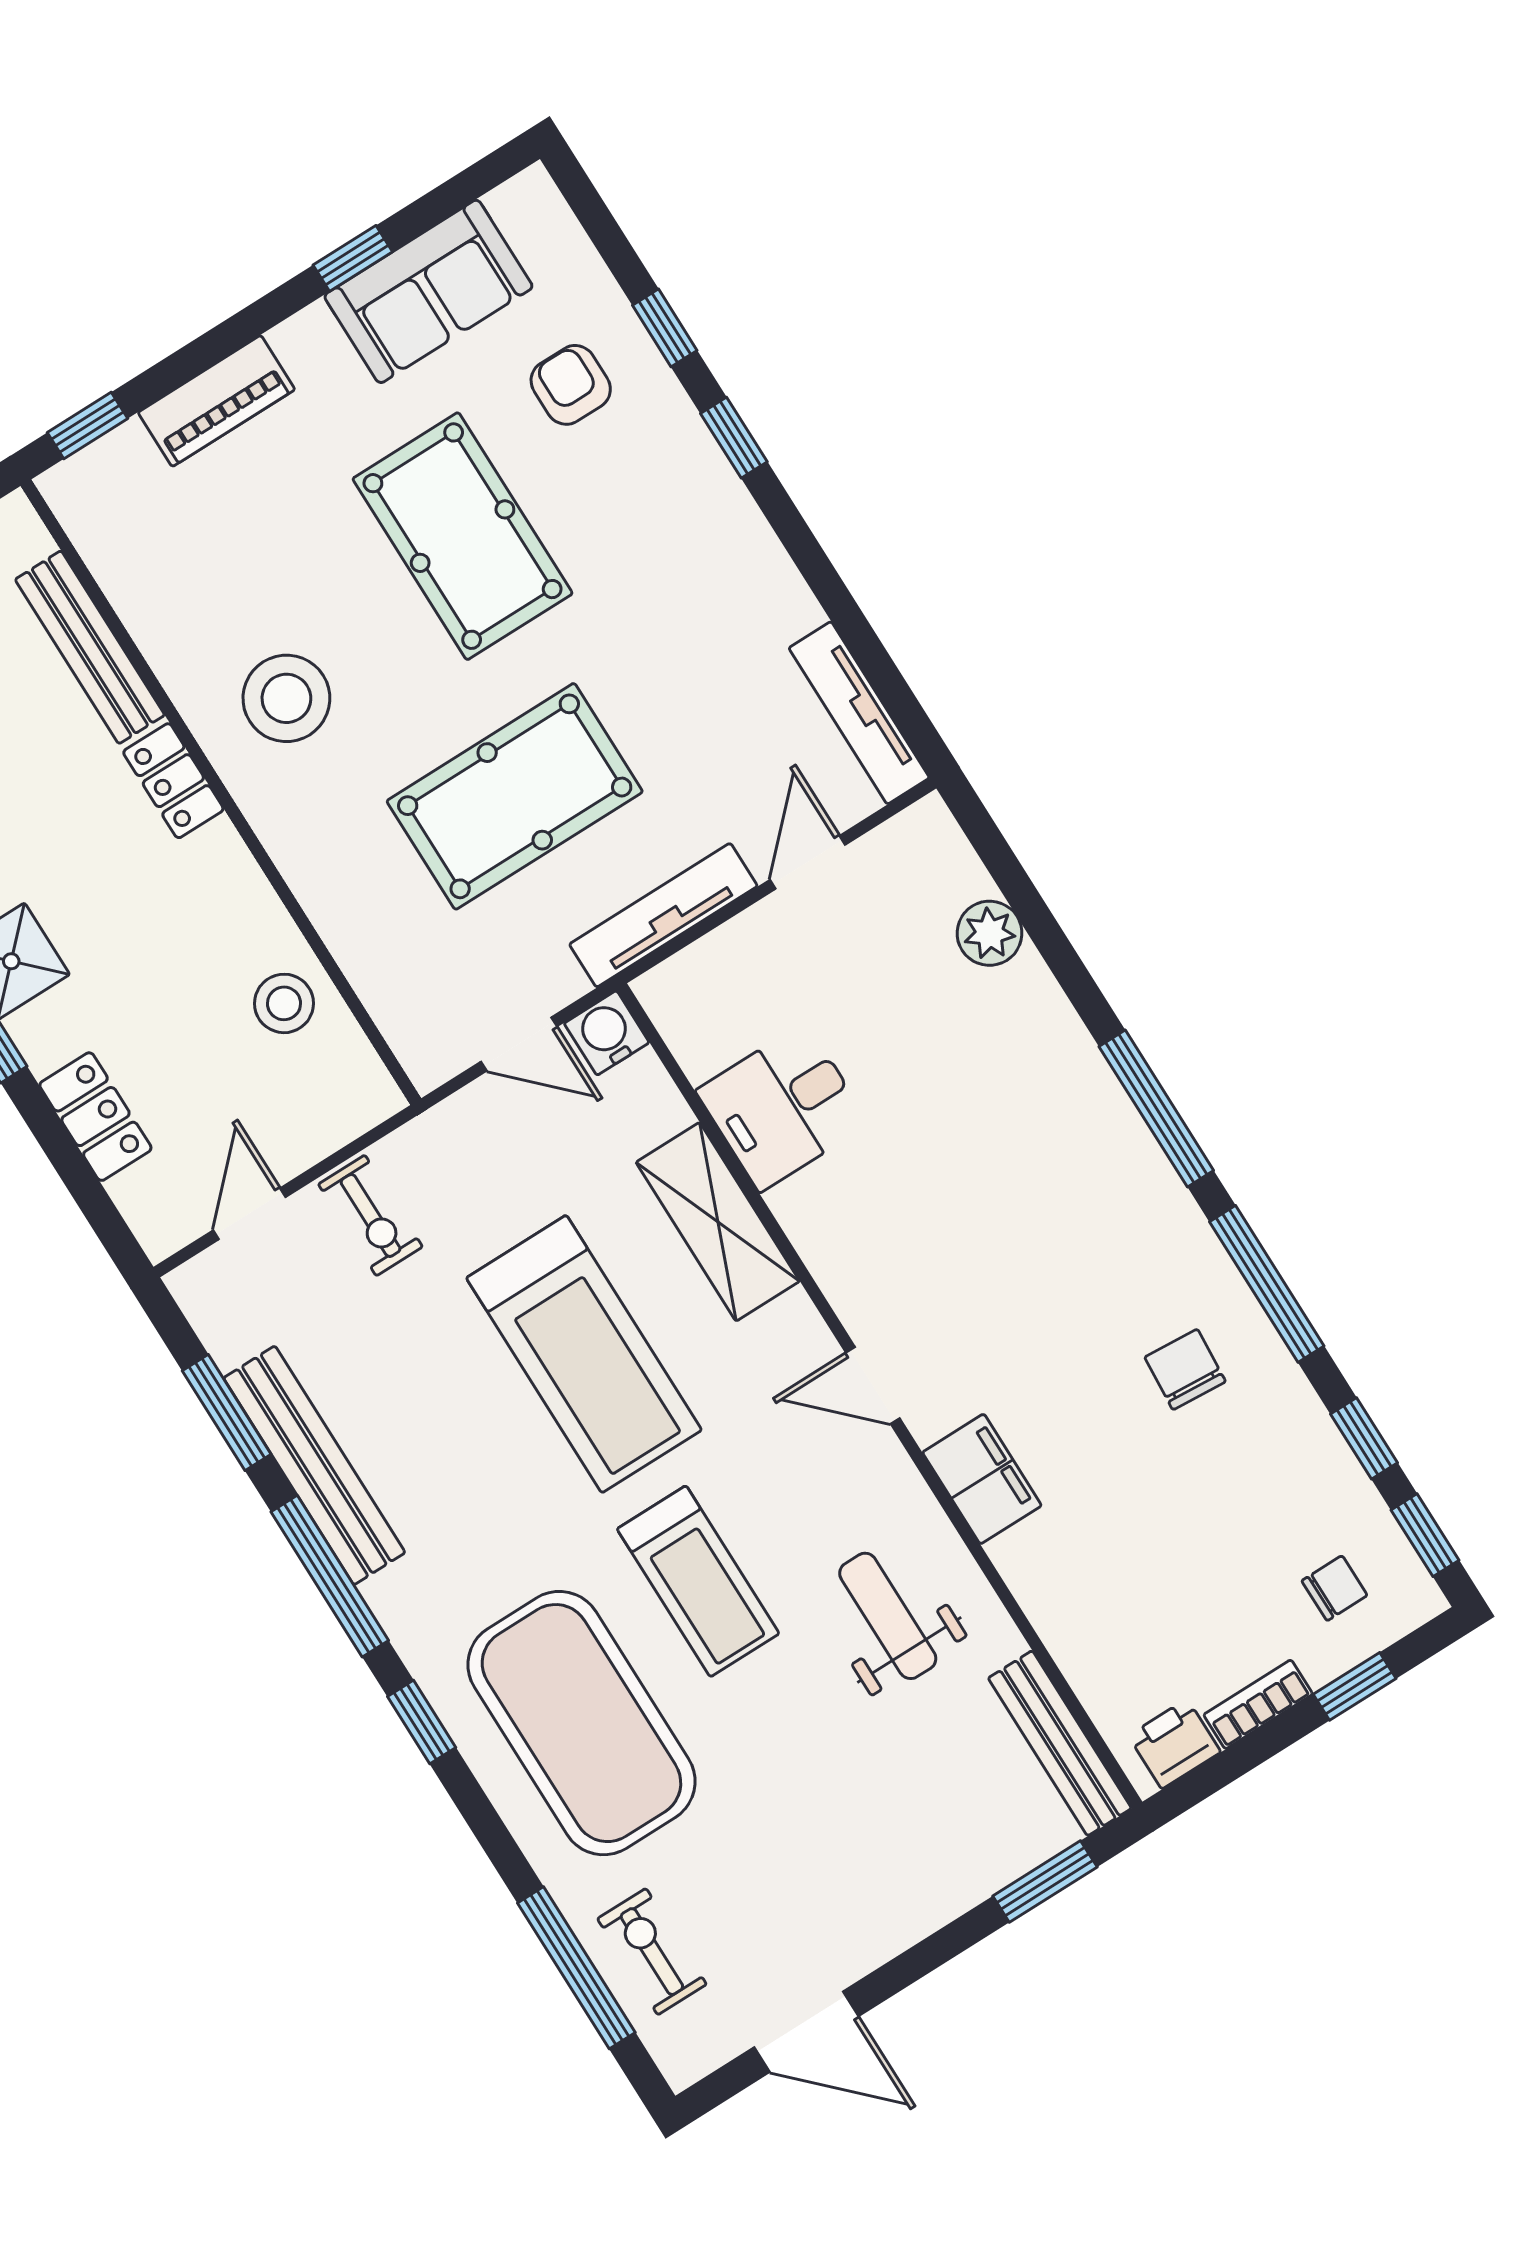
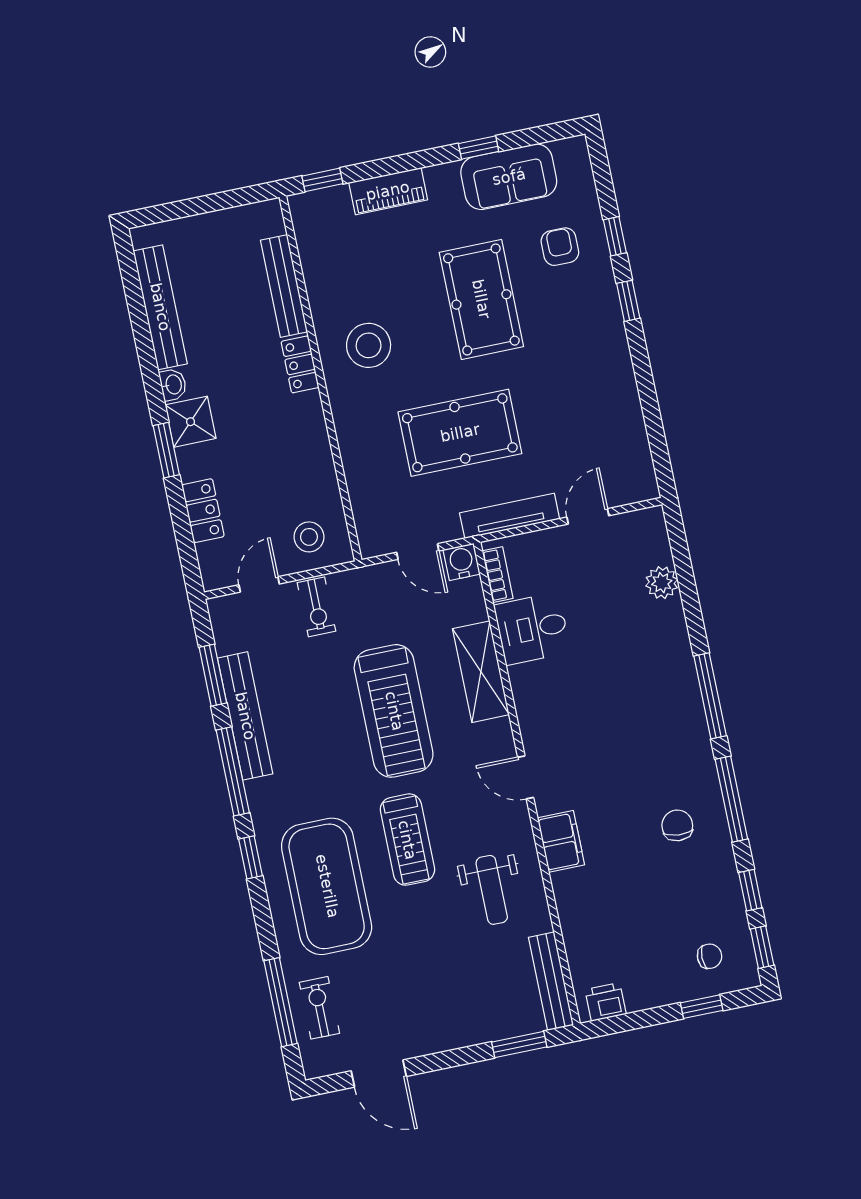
tv unit: (859, 713) -> (639, 454), removed
stool: (284, 1003) -> (309, 537), moved
weight bench: (888, 1616) -> (492, 890), turned 180
bookcase: (1258, 1704) -> (498, 575), moved, turned 90

